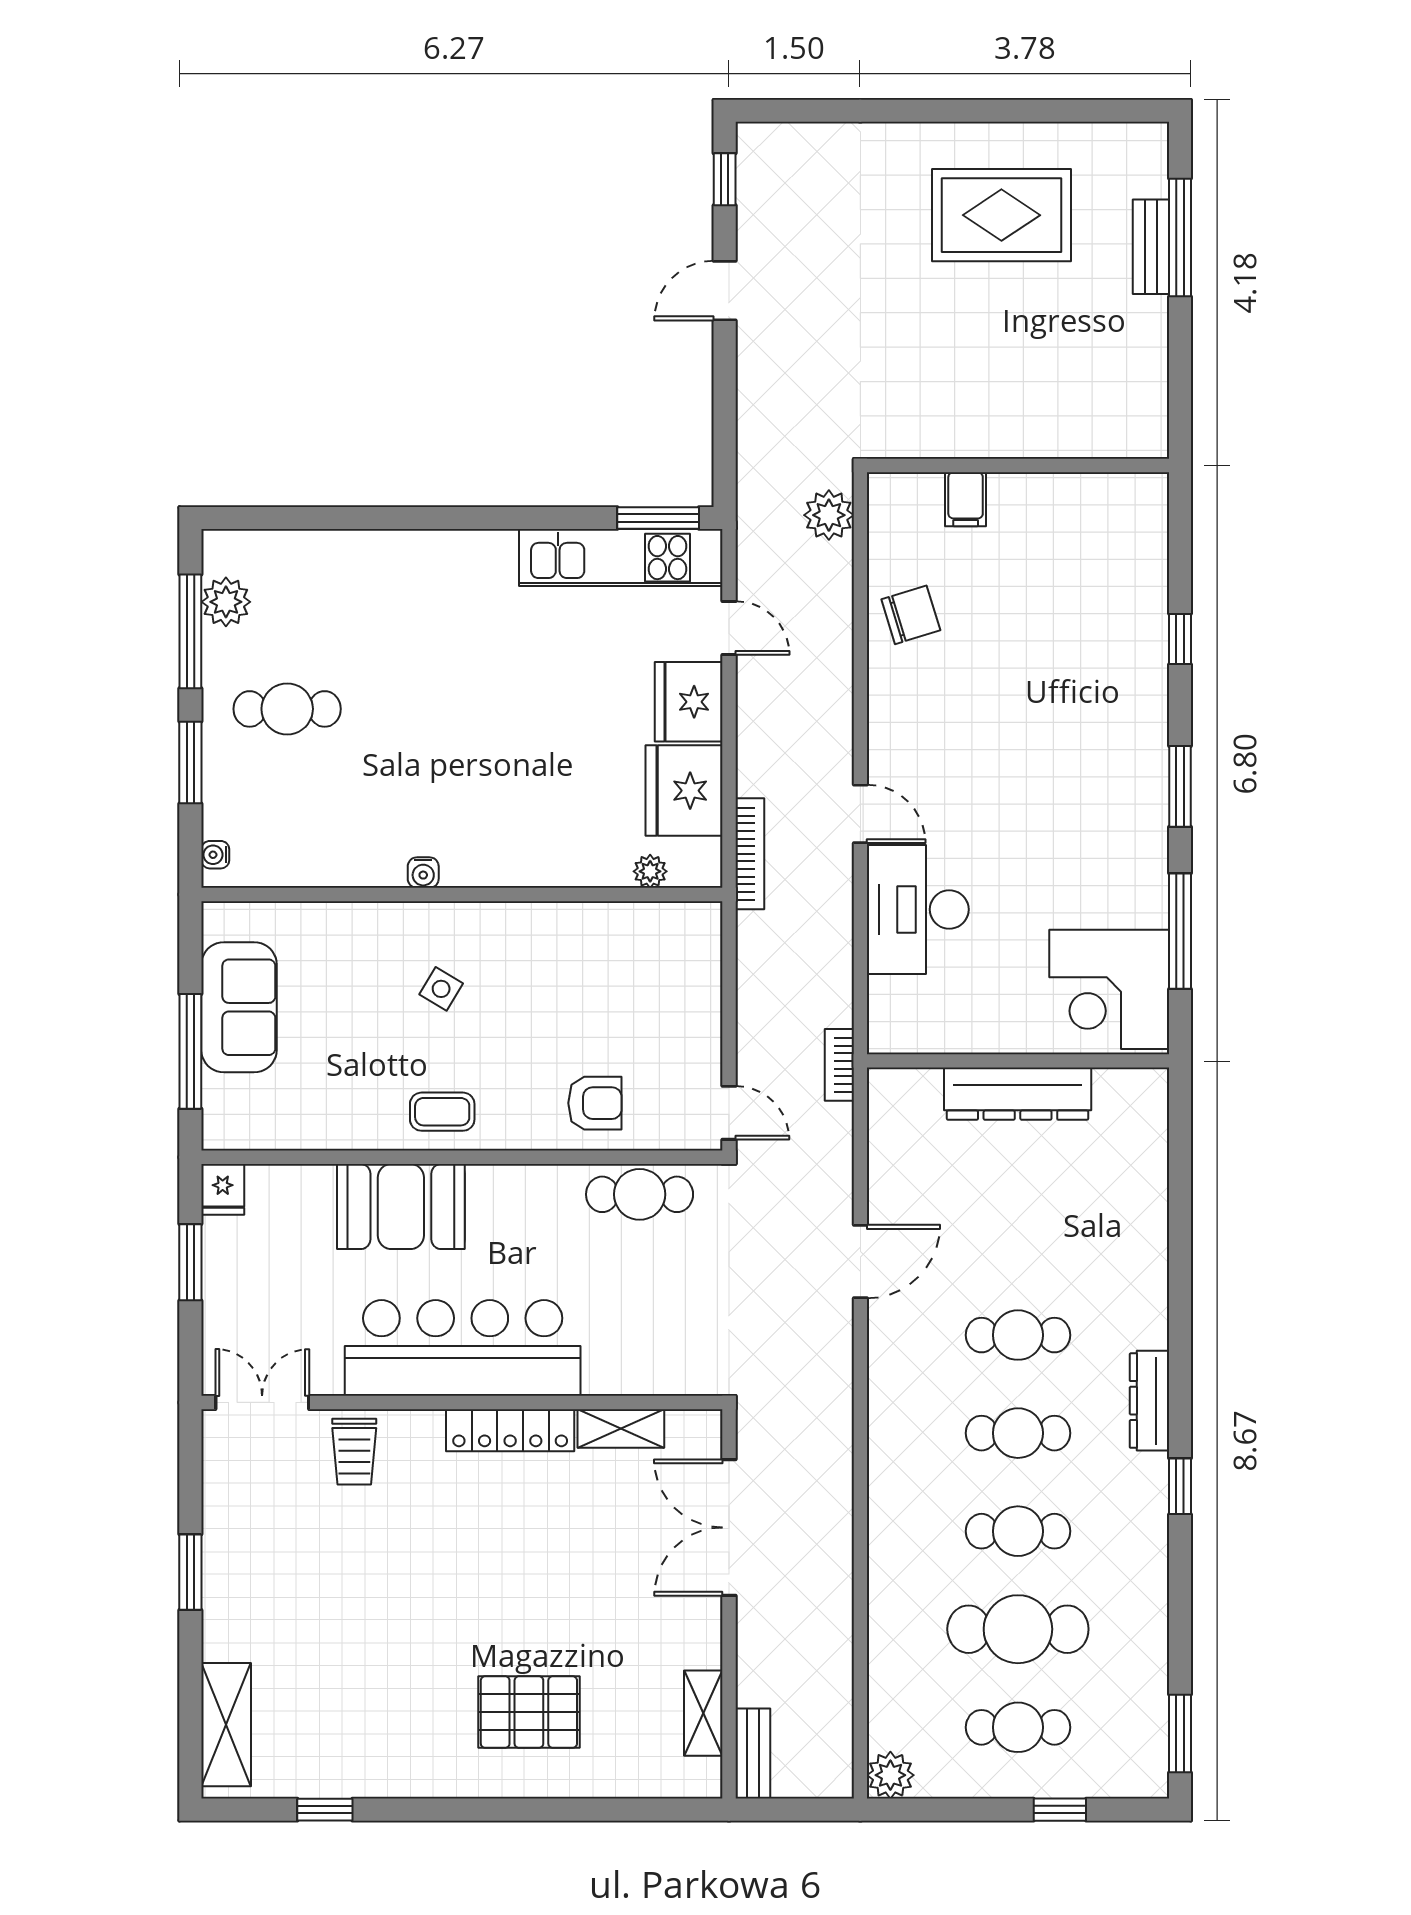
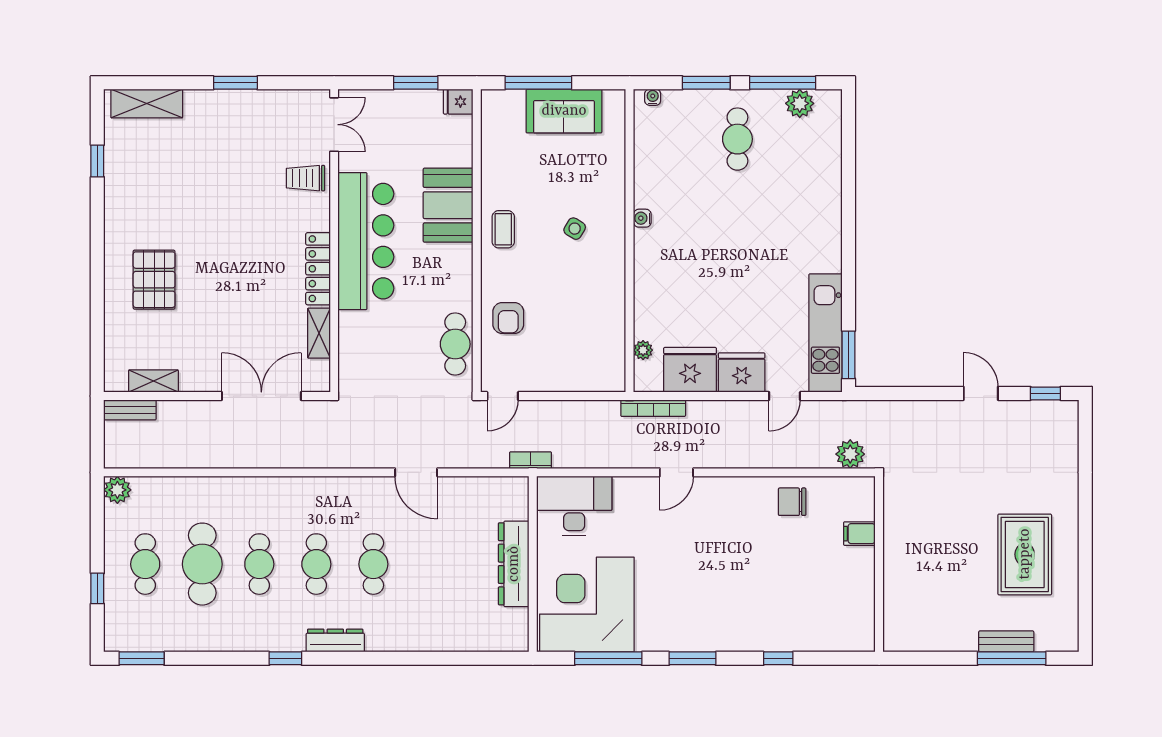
chair: (911, 615) -> (792, 502), turned 107
desk: (918, 909) -> (574, 506), moved
corner desk: (1109, 989) -> (587, 605), width x1.36, depth x1.36

